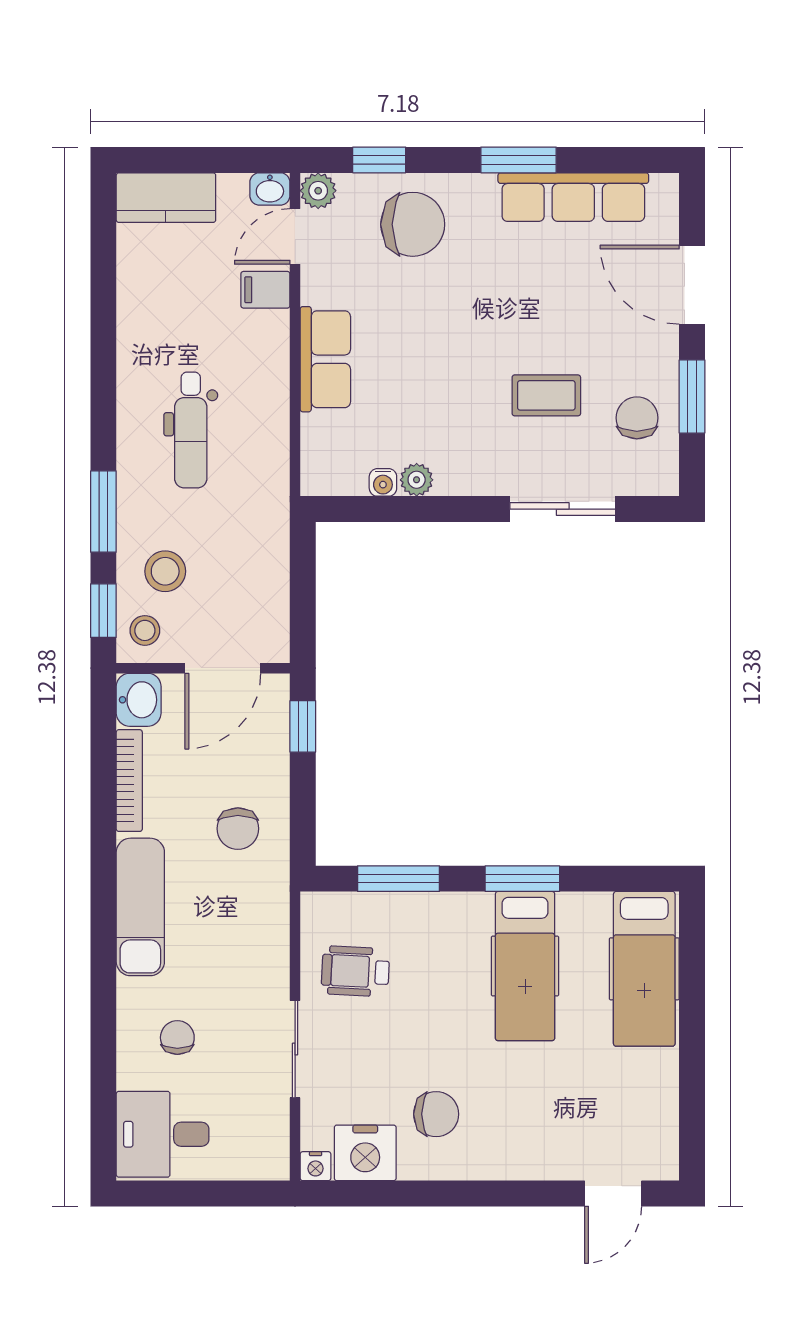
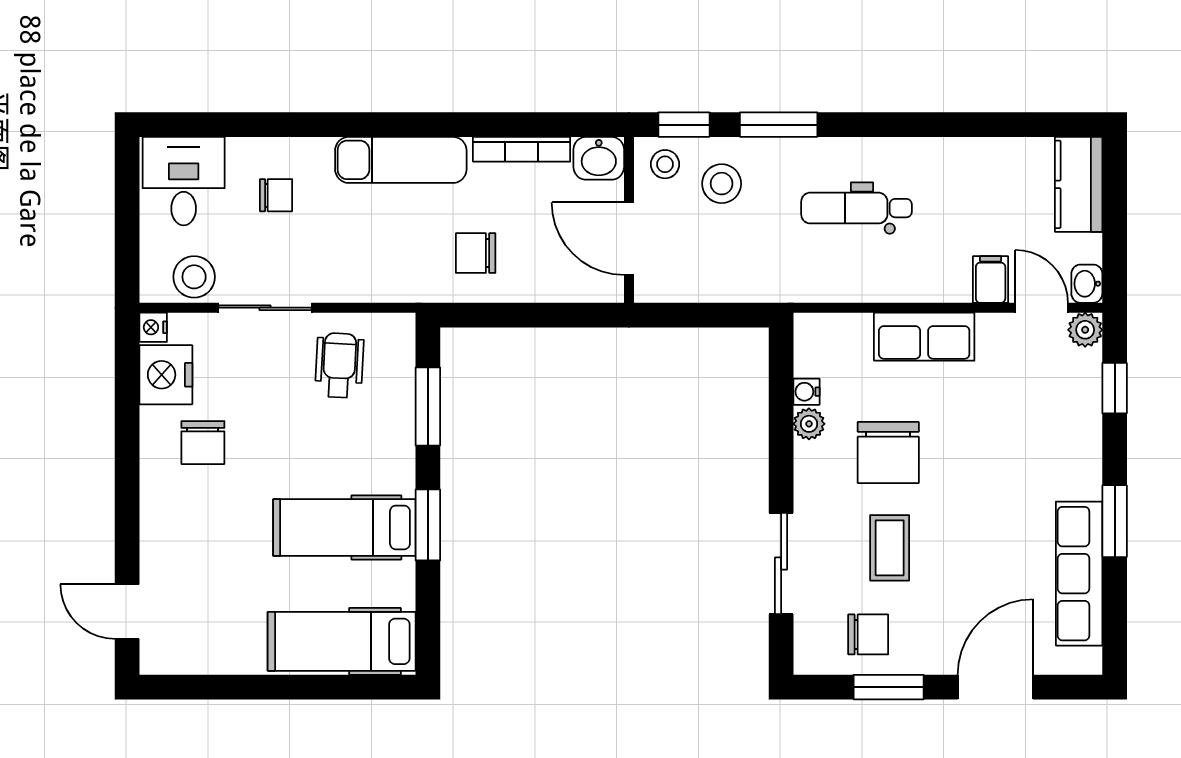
chair: (413, 224) -> (888, 453), moved
window: (303, 726) -> (573, 315), removed
stool: (263, 1123) -> (194, 277), added

